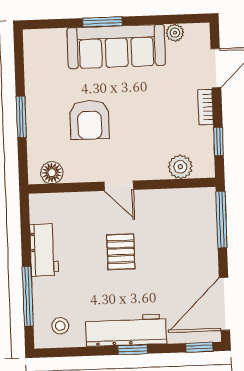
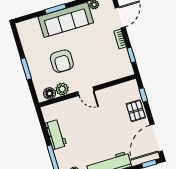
plant: (180, 167) -> (62, 89), moved
window: (221, 220) -> (143, 95), width x0.46
pallet: (121, 252) -> (136, 111), moved

